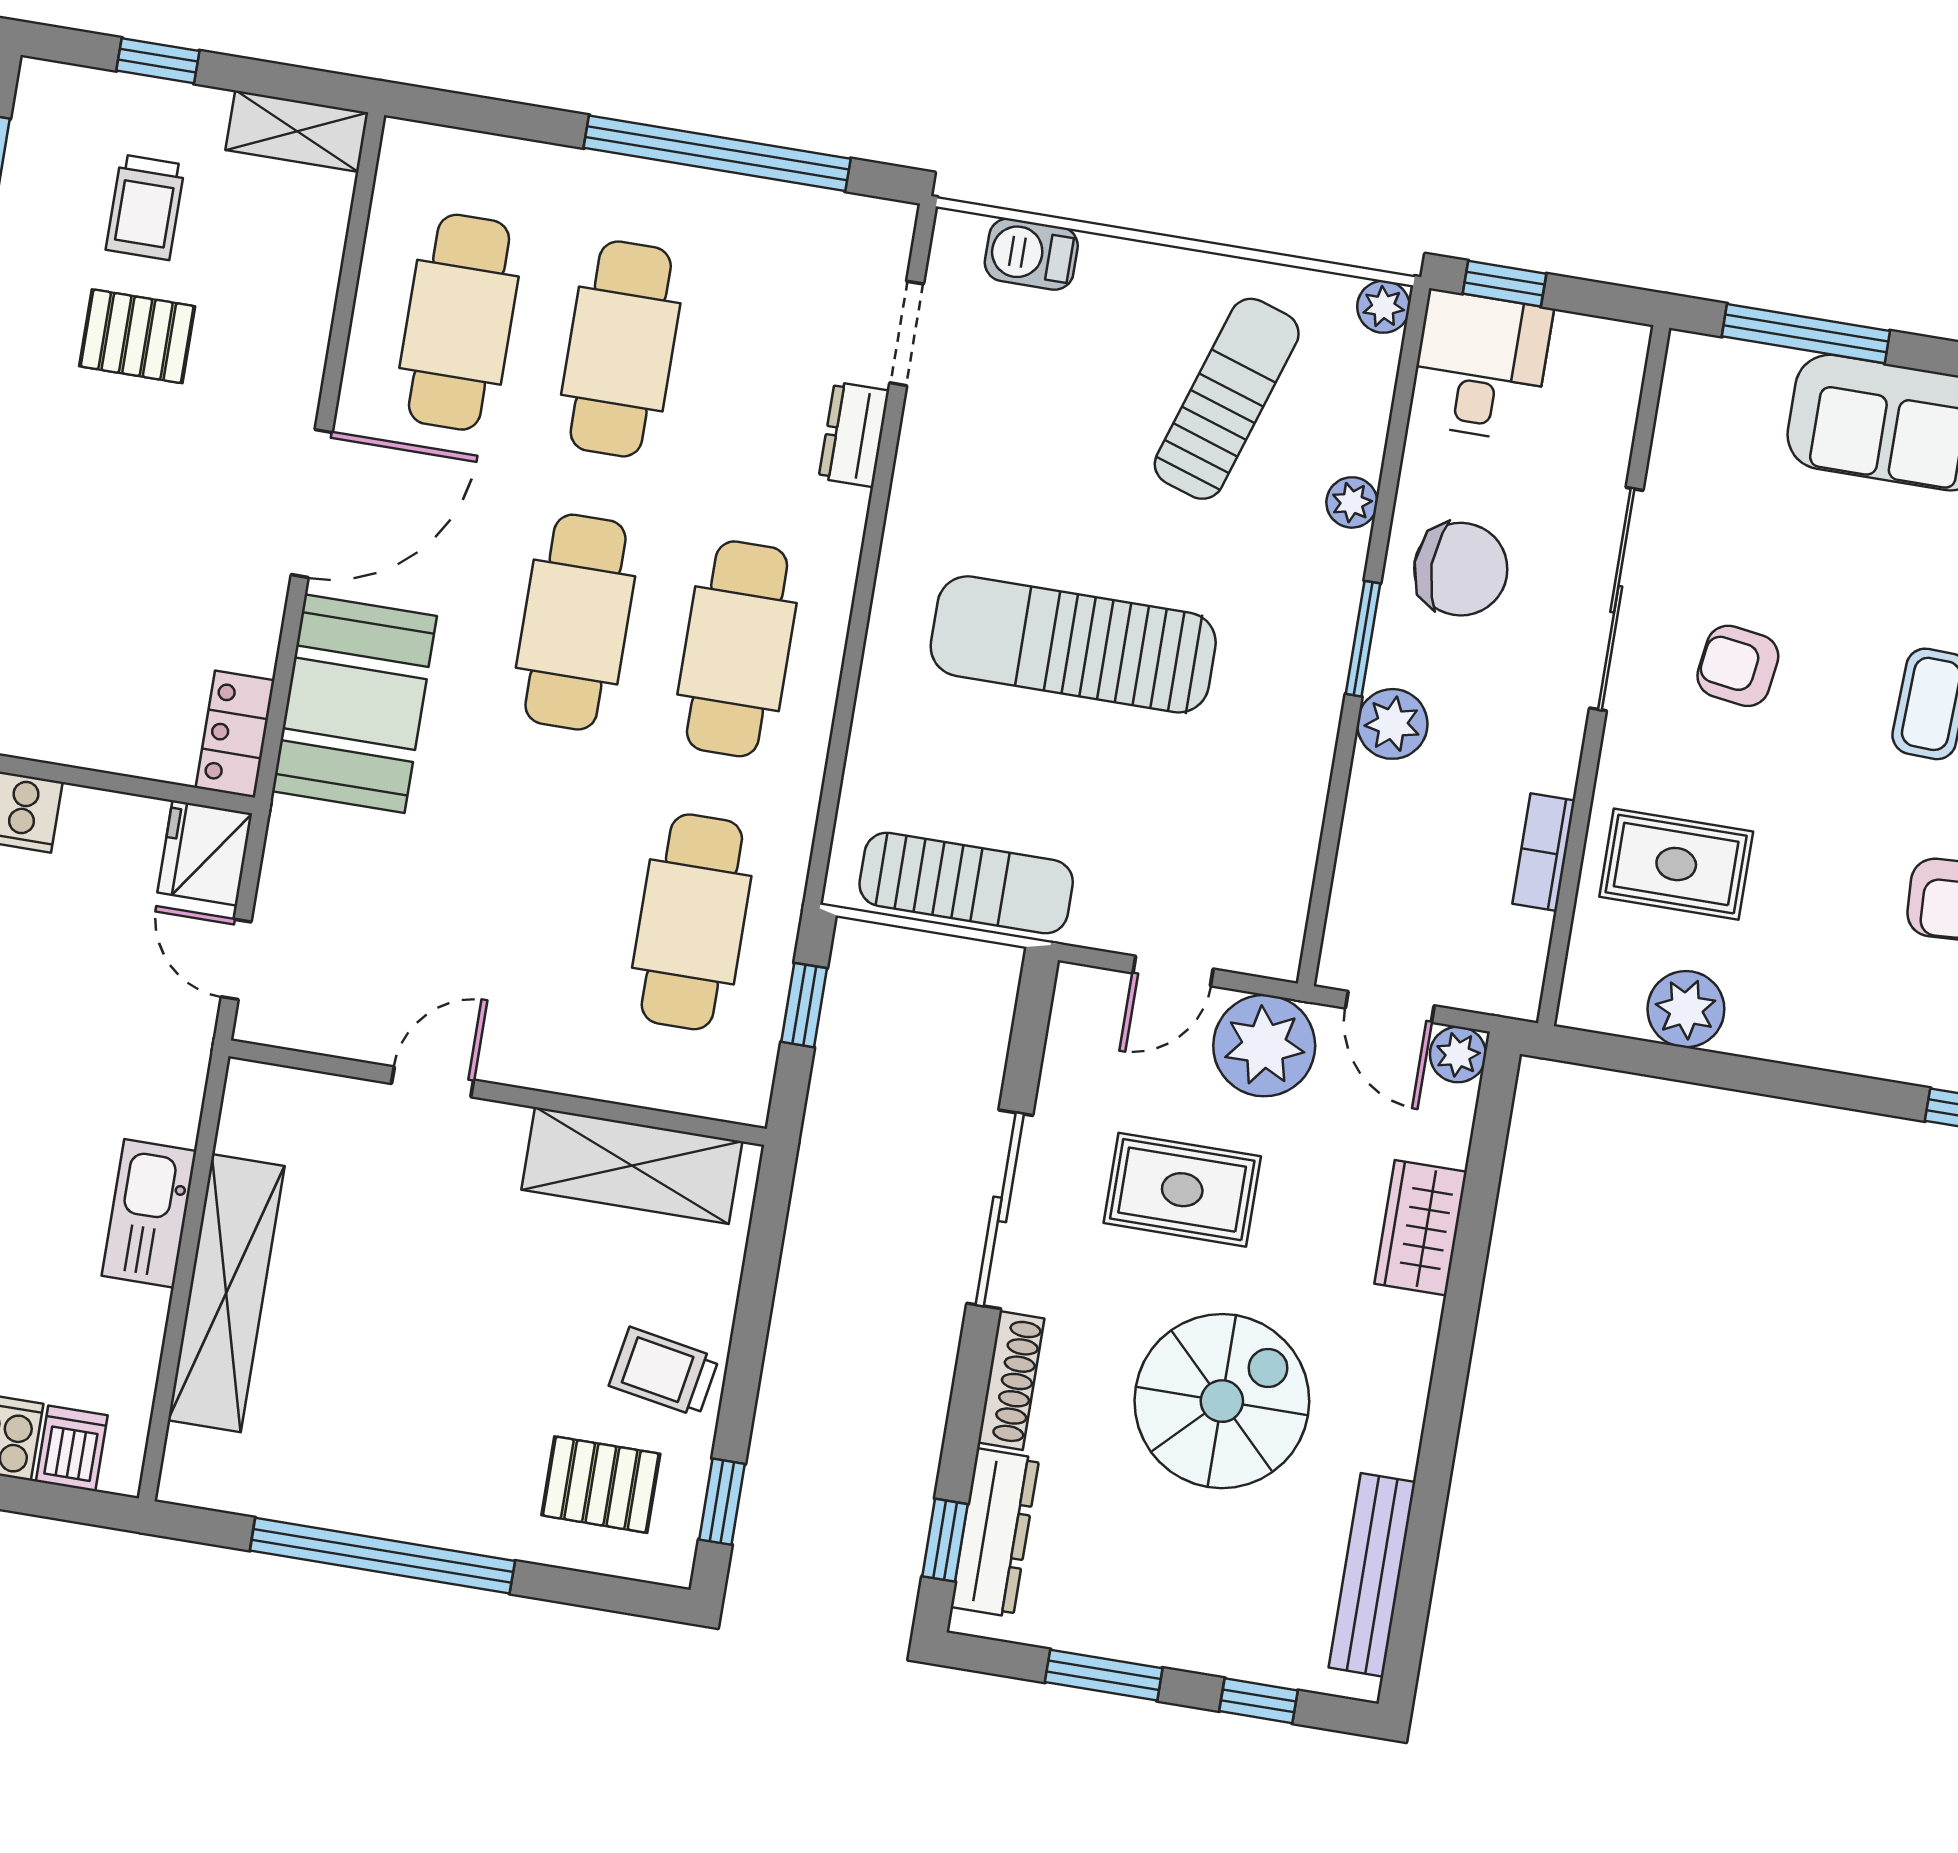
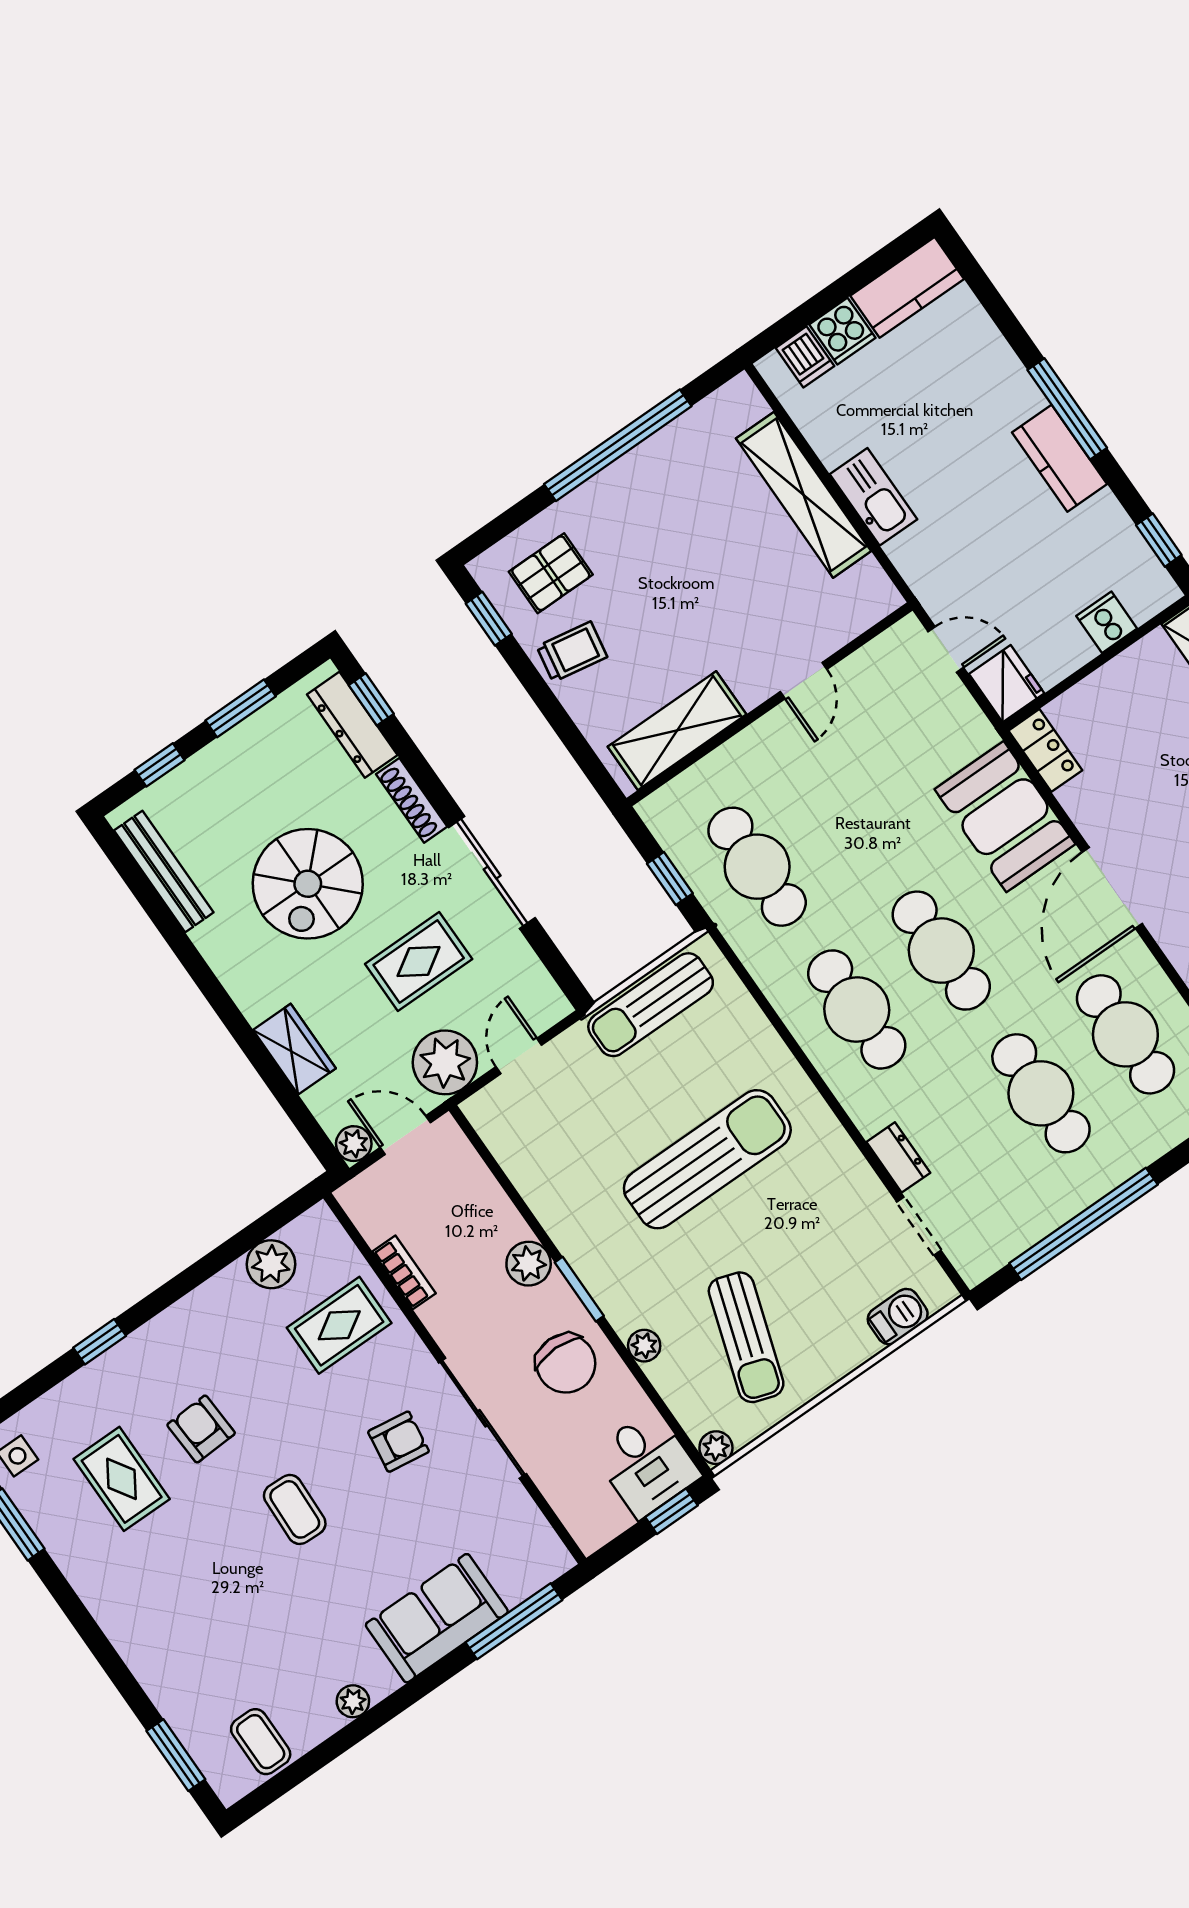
chair: (1461, 569) -> (566, 1363), turned -90

